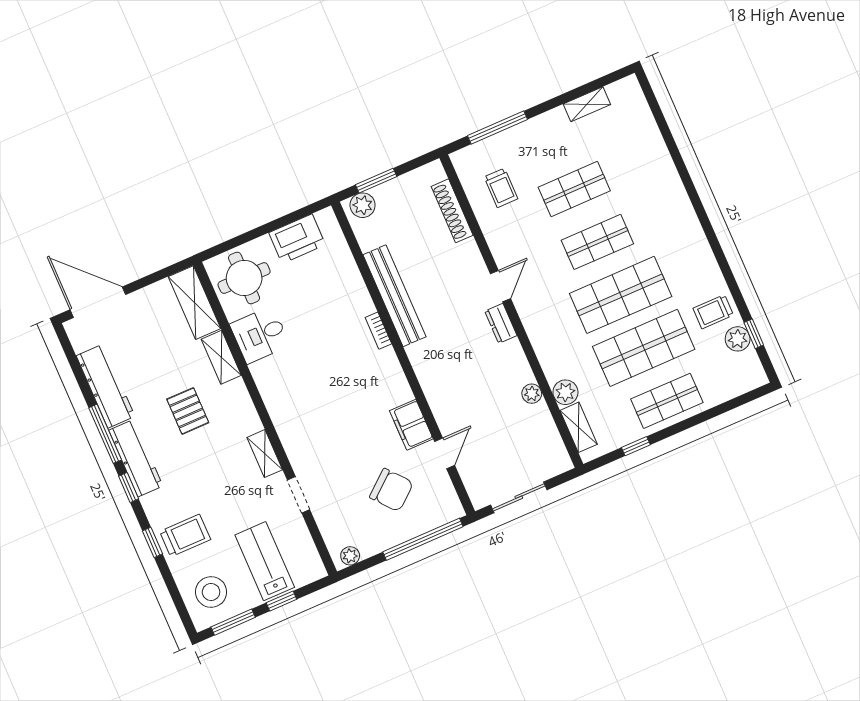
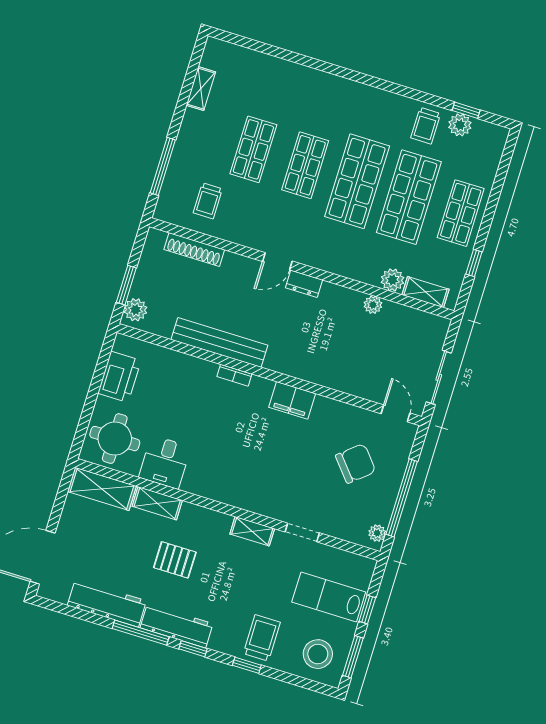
trolley: (501, 188) -> (208, 201), turned 90
door: (500, 286) -> (277, 261), swing flipped
filing cabinet: (411, 425) -> (292, 400), moved
door: (445, 453) -> (395, 413), moved
window: (423, 539) -> (402, 498), moved

